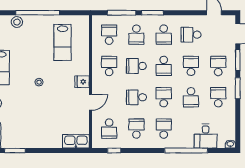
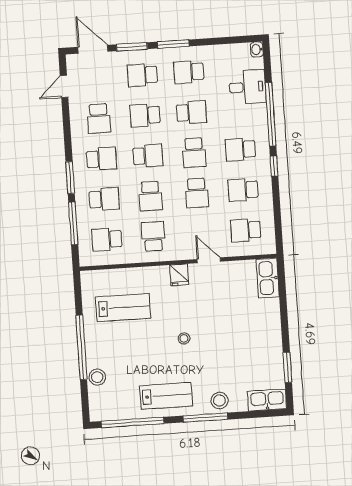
school desk: (109, 66) -> (153, 236), turned 90
school desk: (164, 97) -> (194, 153), turned -90
school desk: (109, 129) -> (246, 230), turned 180
window: (114, 151) -> (274, 166), moved

